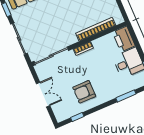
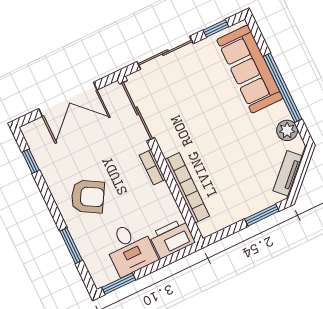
armchair: (84, 92) -> (88, 197), moved, turned 120
double door: (43, 95) -> (68, 99), width x1.37

